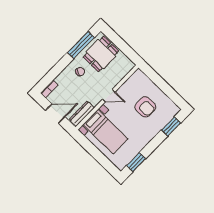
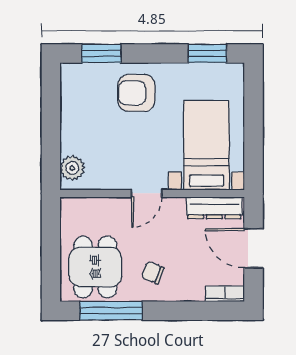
dining table: (101, 54) -> (95, 267), turned 90
plant: (142, 79) -> (72, 168), added
door: (109, 96) -> (147, 193), swing flipped
armchair: (145, 107) -> (136, 93), moved, turned -90

